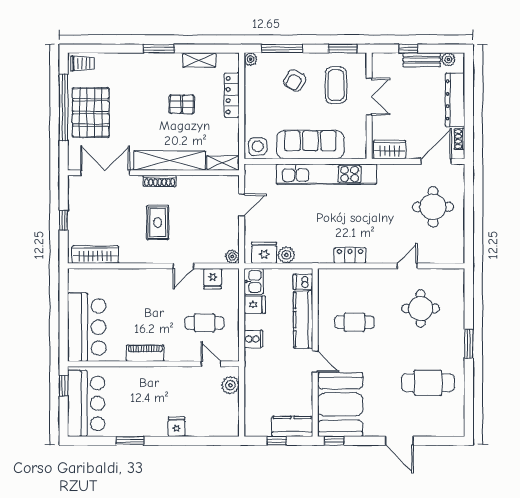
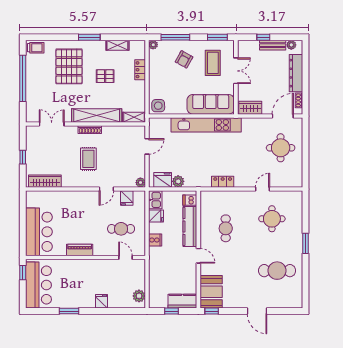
locker: (232, 95) -> (140, 70), width x0.66
pallet: (91, 113) -> (69, 66), moved
sofa: (310, 145) -> (211, 104), moved
double door: (105, 173) -> (52, 124), width x0.73
cafe table: (354, 322) -> (226, 228), turned 90
plant: (230, 385) -> (139, 296), moved
booth: (340, 405) -> (211, 292), width x0.73, depth x0.70

